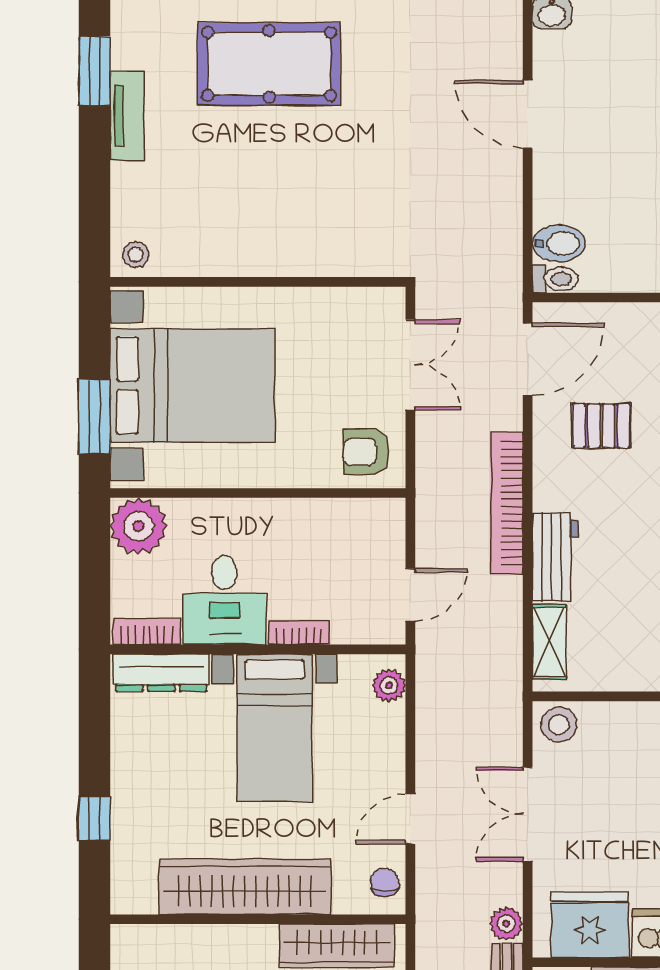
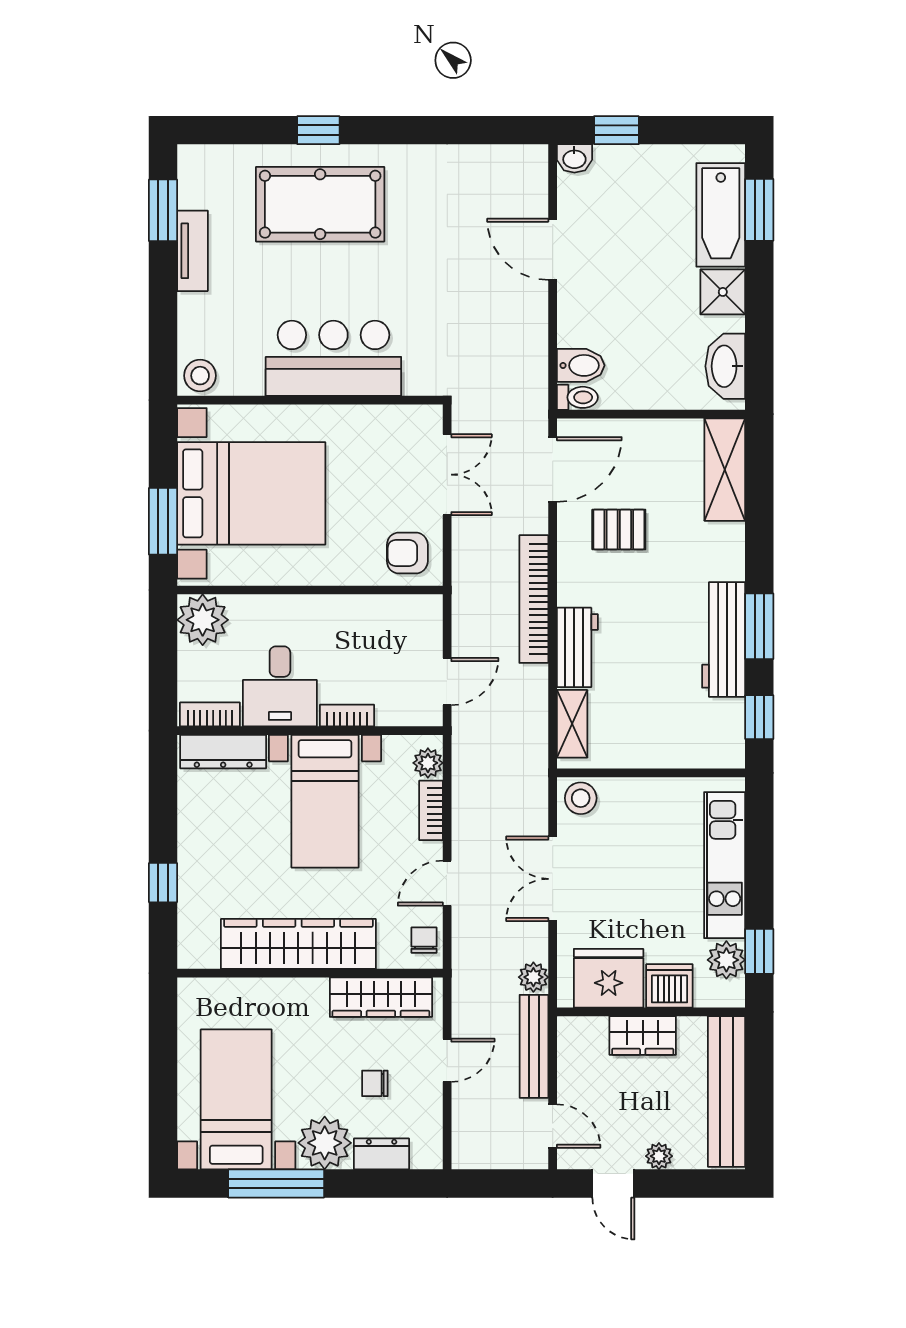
bar counter: (284, 235) -> (333, 358), added
stool: (136, 255) -> (200, 376), width x1.37, depth x1.37
bookcase: (392, 738) -> (431, 810), added

